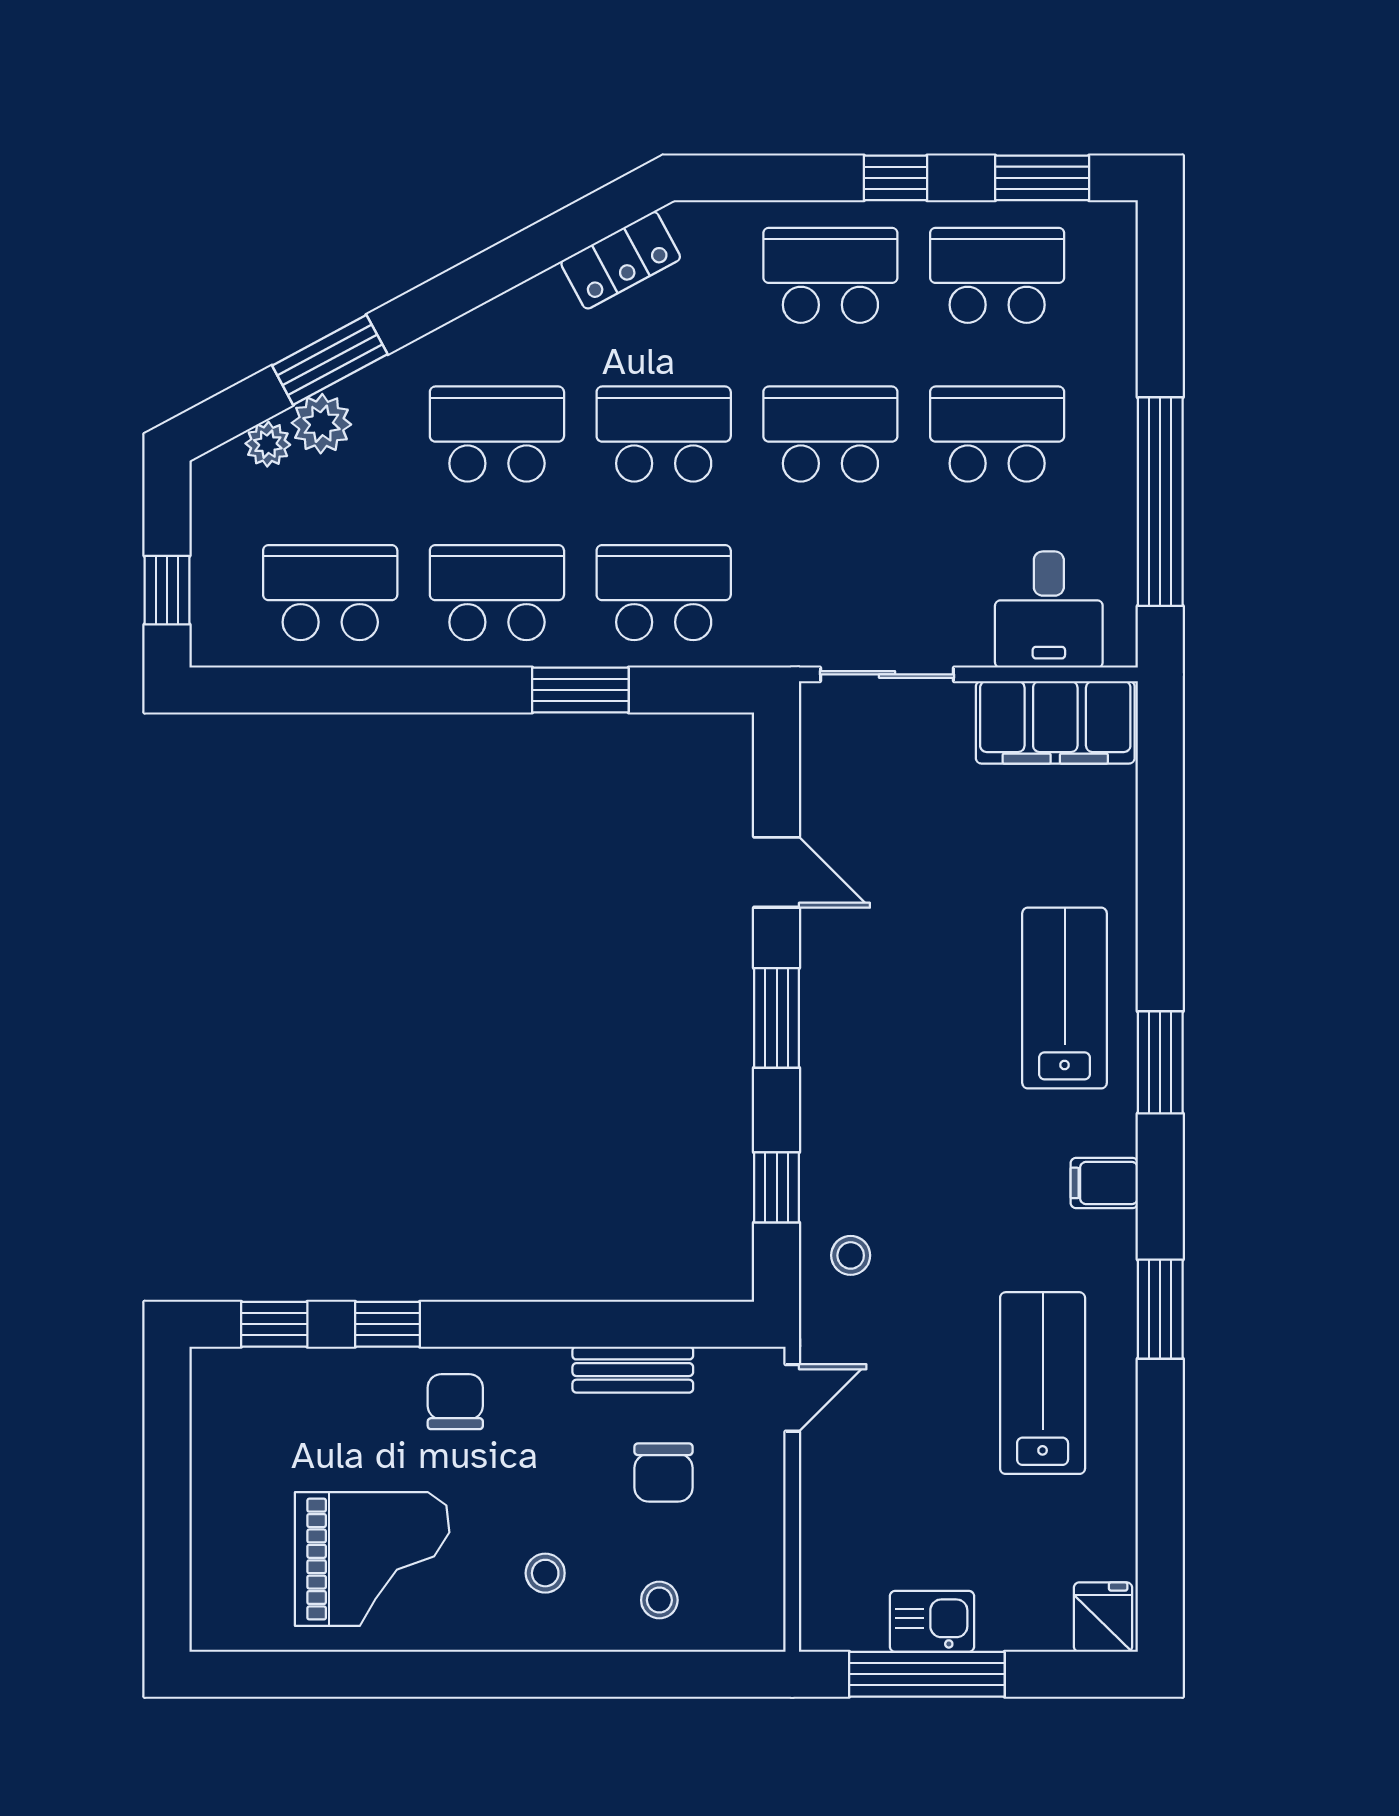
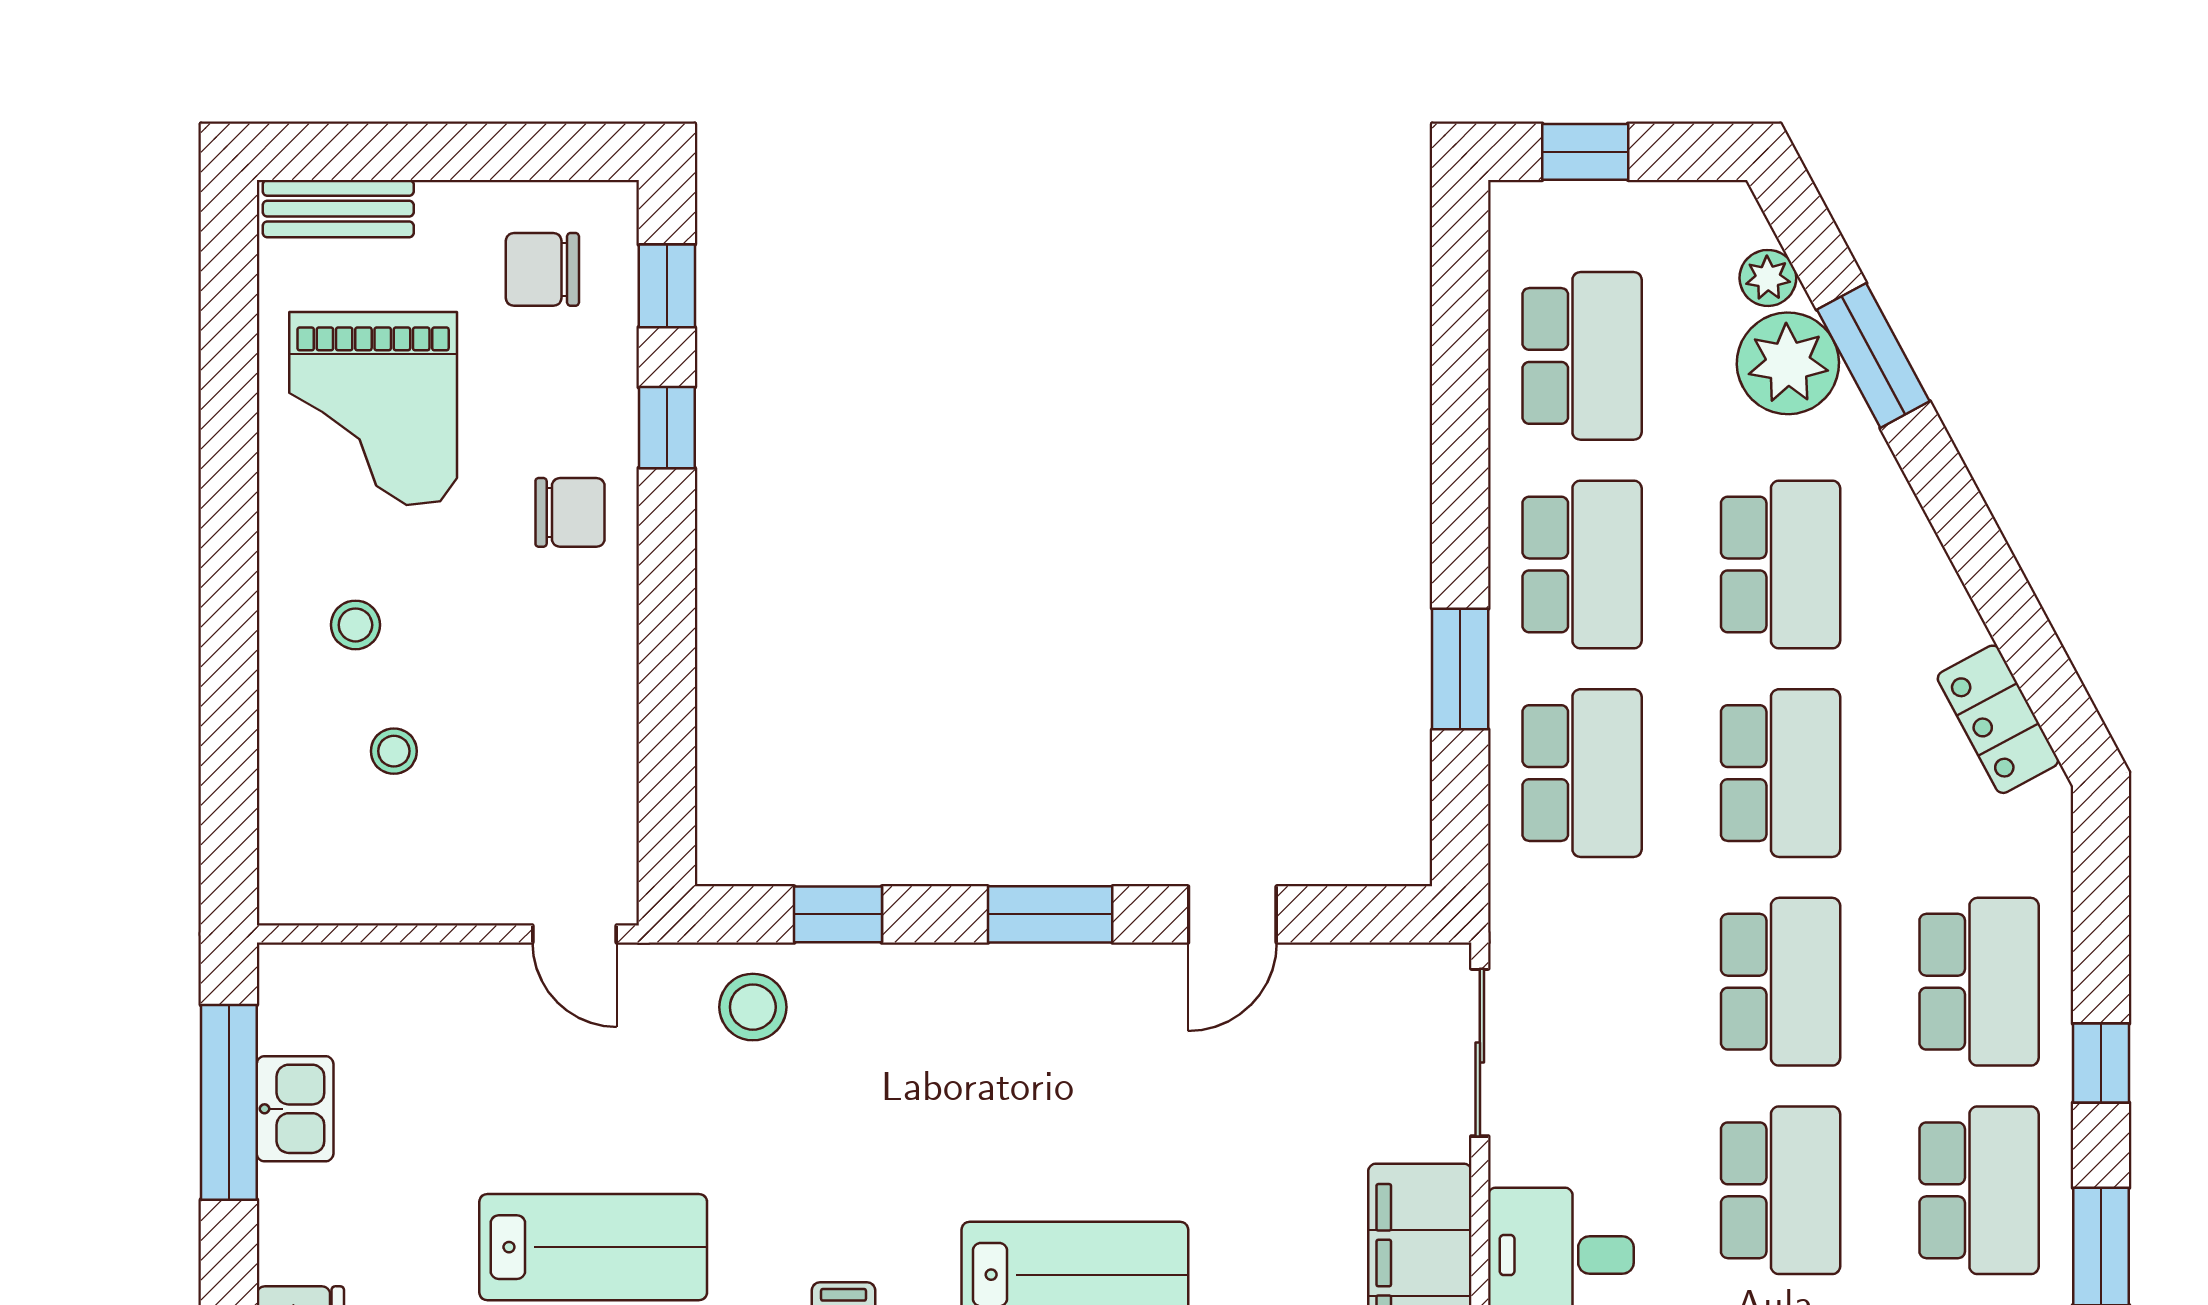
plant: (321, 424) -> (1788, 363), width x1.36, depth x1.36
stool: (851, 1255) -> (753, 1007), width x1.37, depth x1.37
bench: (633, 1370) -> (338, 209), moved, turned 90
chair: (663, 1473) -> (542, 269), moved
stool: (659, 1600) -> (394, 751), moved

